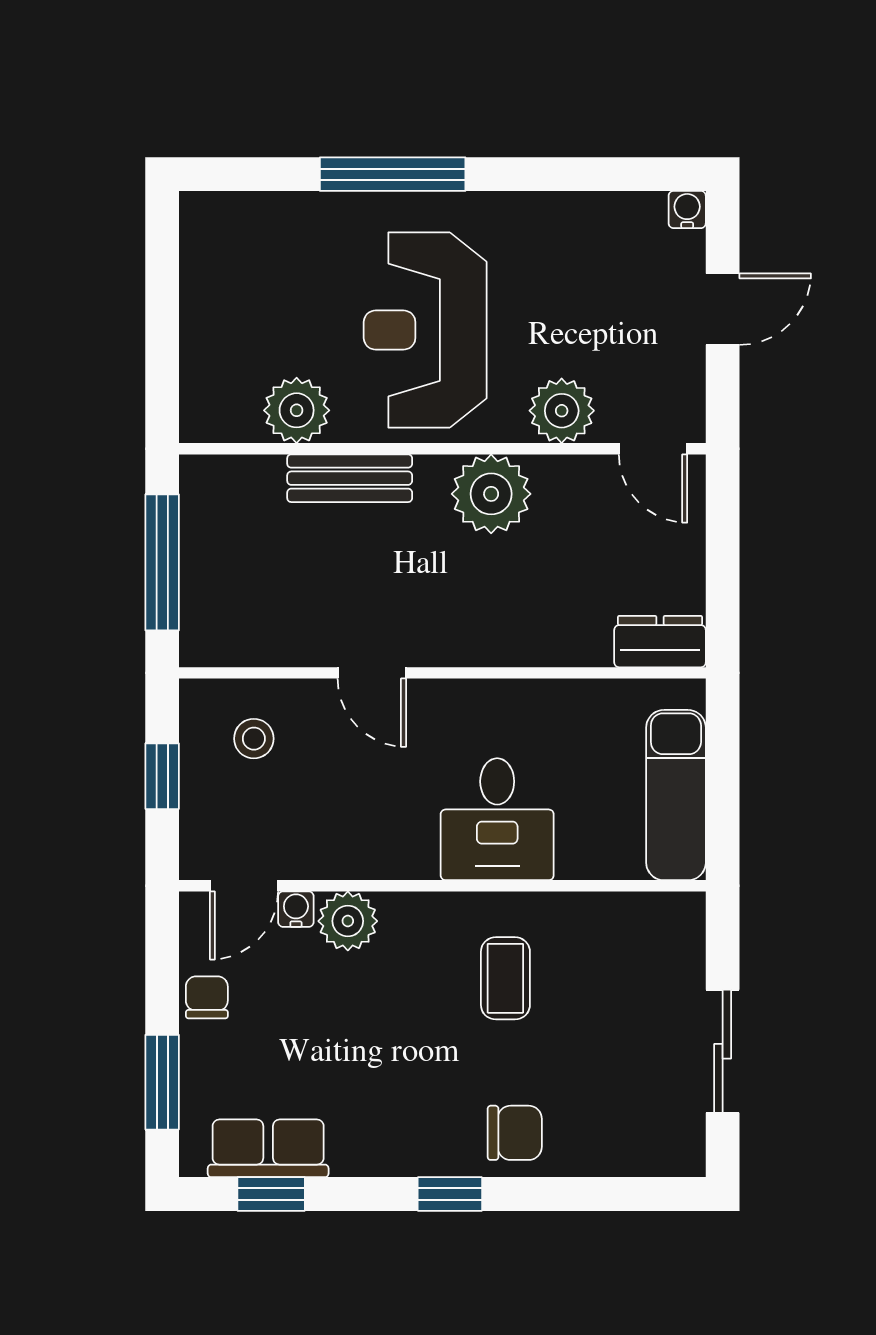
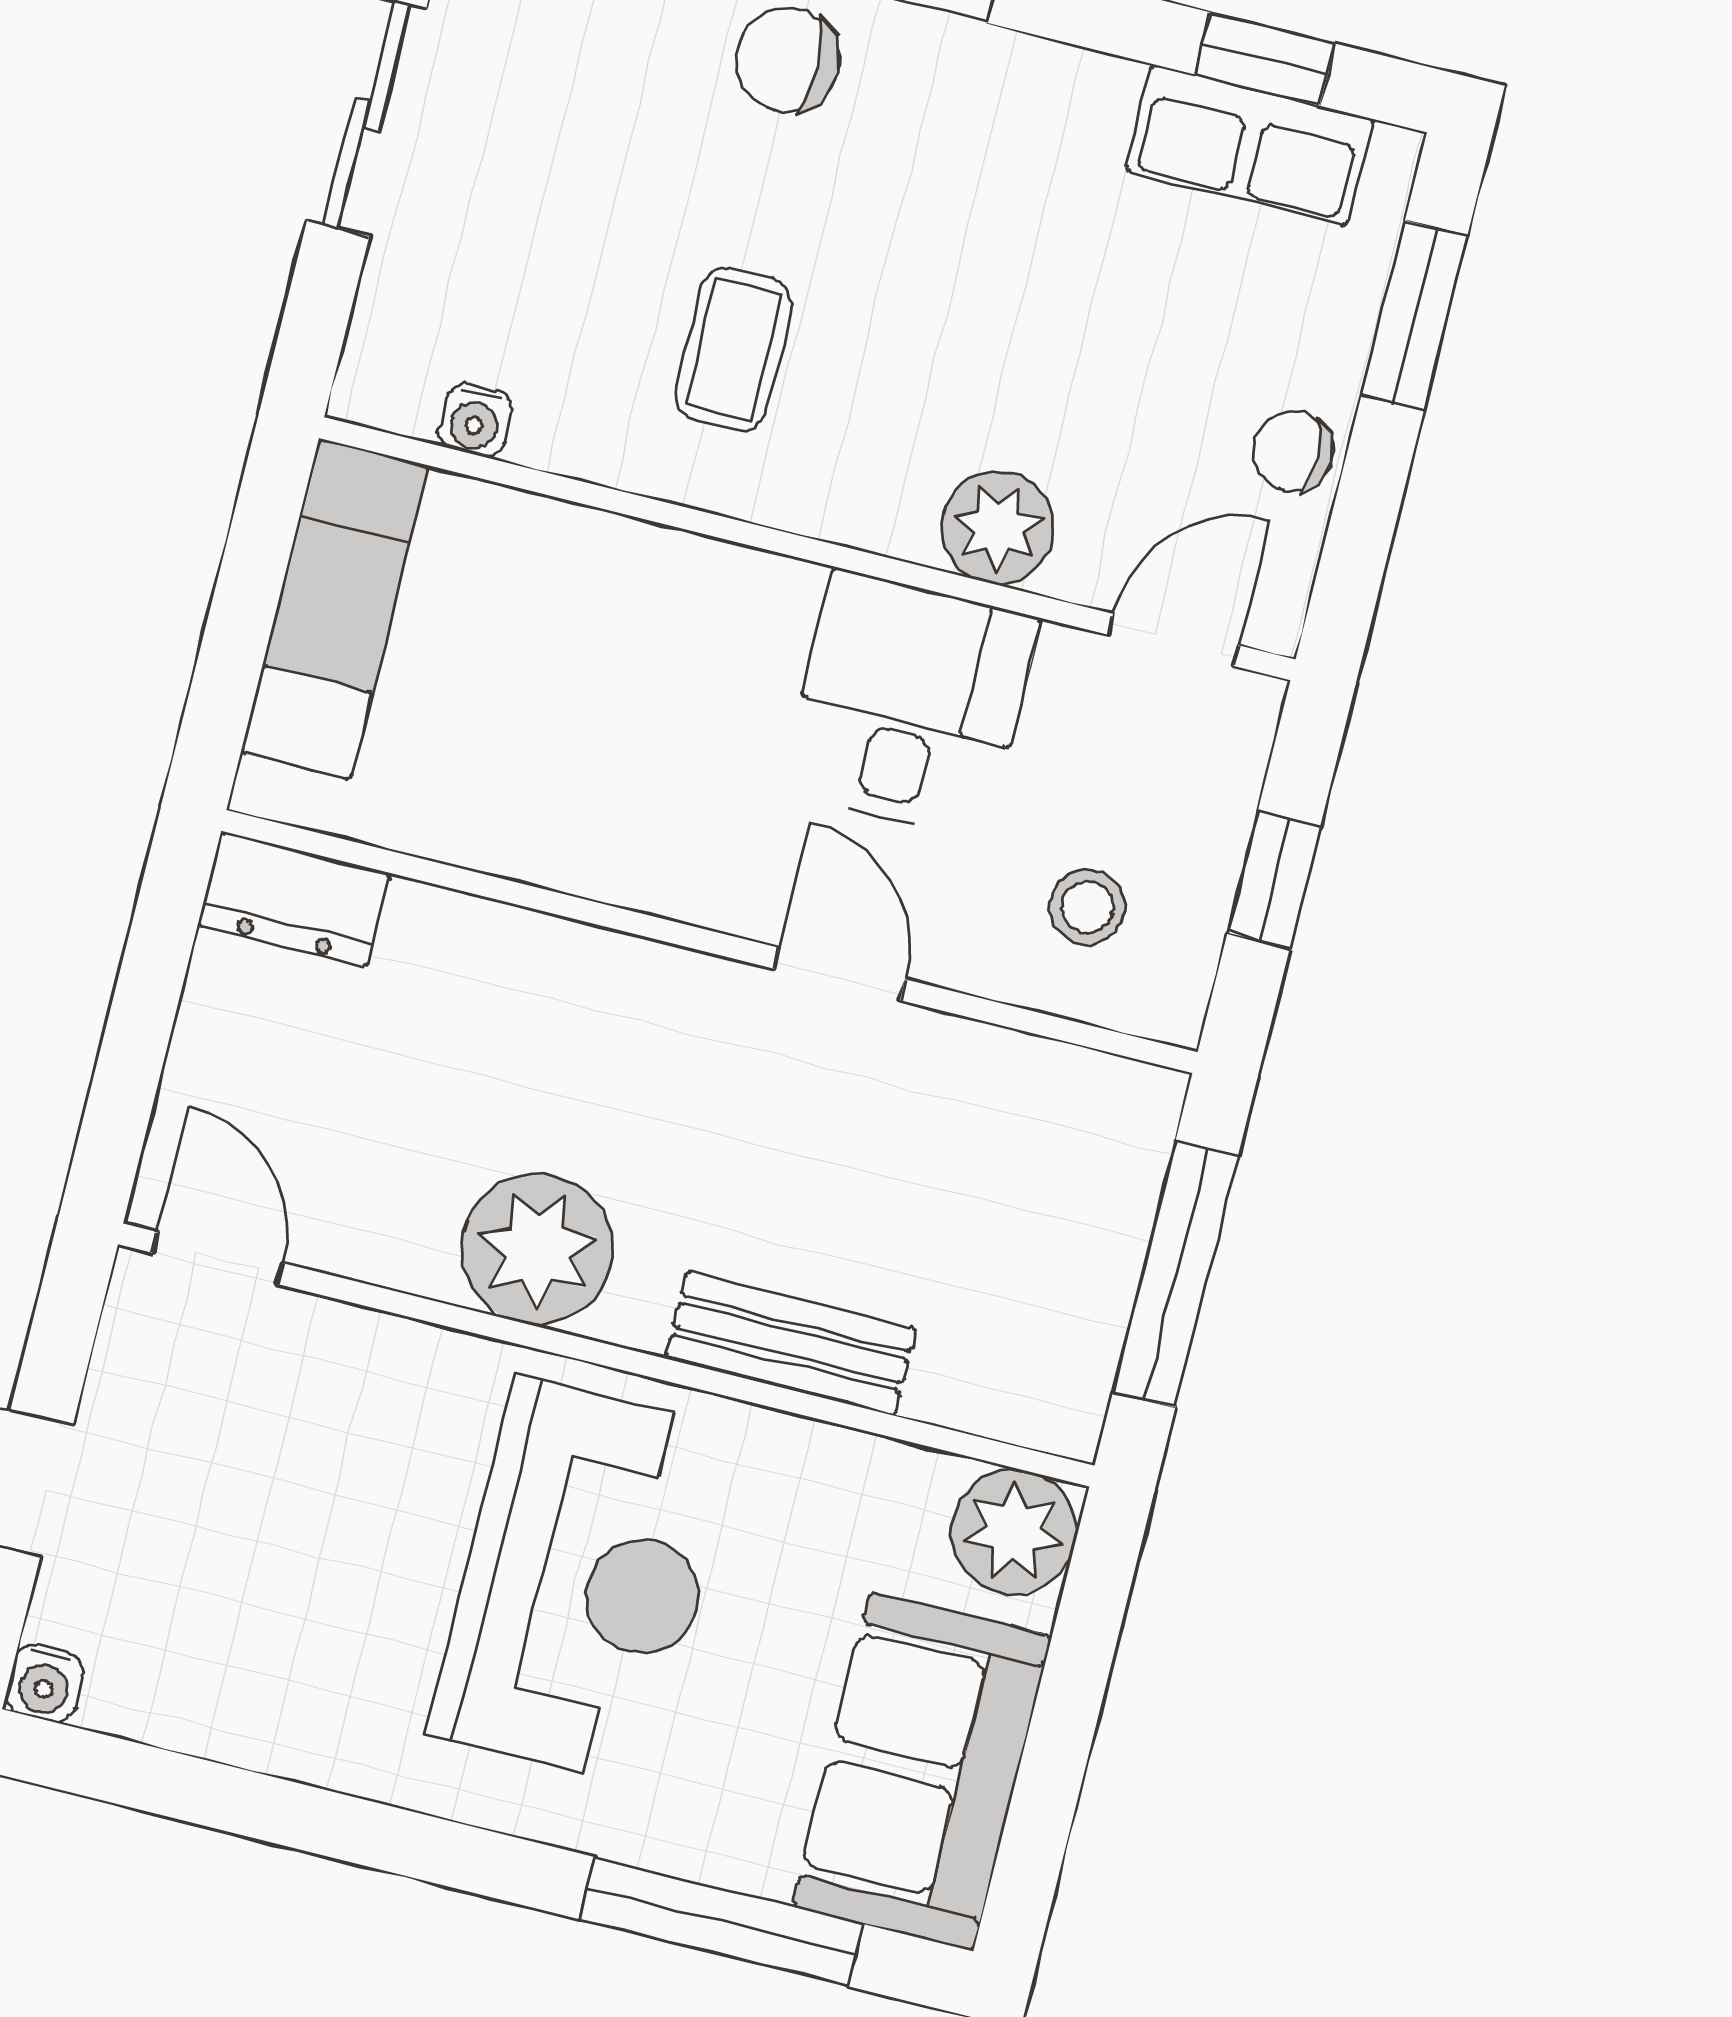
window: (393, 174) -> (721, 1922), moved
sofa: (228, 276) -> (922, 1771), added
plant: (297, 410) -> (1014, 1532), moved
plant: (562, 411) -> (369, 1370), removed
desk: (497, 819) -> (910, 705), moved
water cooler: (296, 909) -> (475, 420), moved
chair: (207, 997) -> (1293, 451), turned 90

